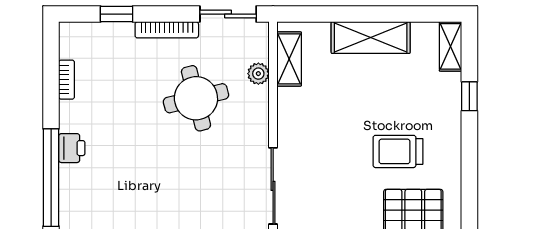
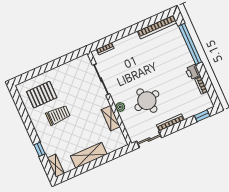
window: (117, 14) -> (202, 116), moved
shelving: (289, 59) -> (111, 118), moved
plant: (258, 74) -> (120, 107), moved
printer: (72, 148) -> (193, 72), moved

